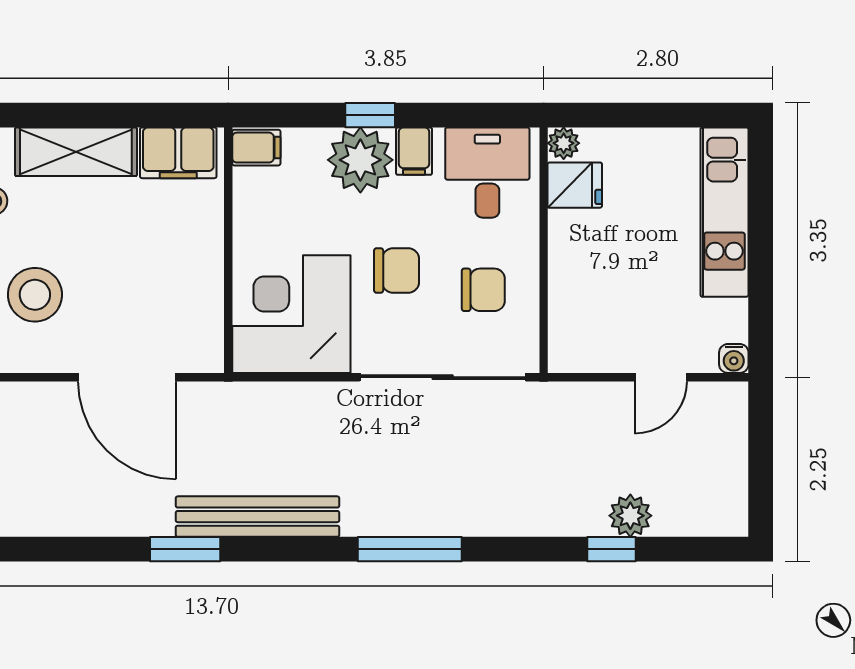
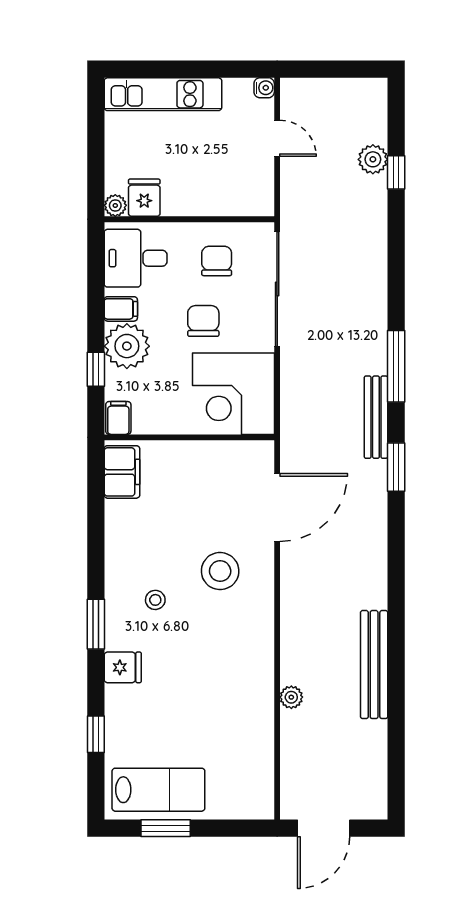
window: (370, 115) -> (96, 369), moved
shelving: (76, 152) -> (121, 543), removed
bench: (257, 517) -> (376, 417), width x0.73, depth x0.82
window: (410, 549) -> (396, 366), moved

